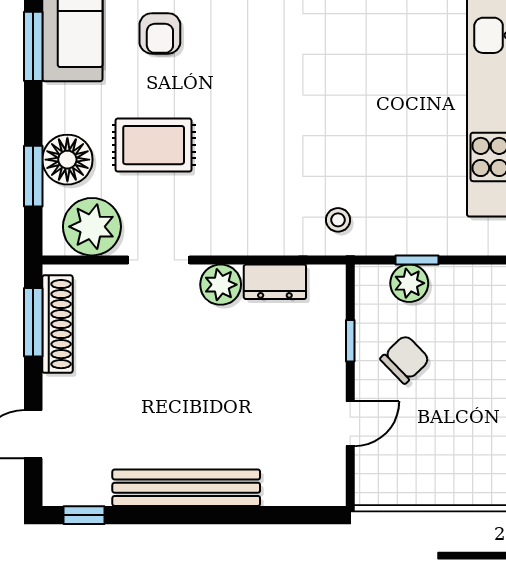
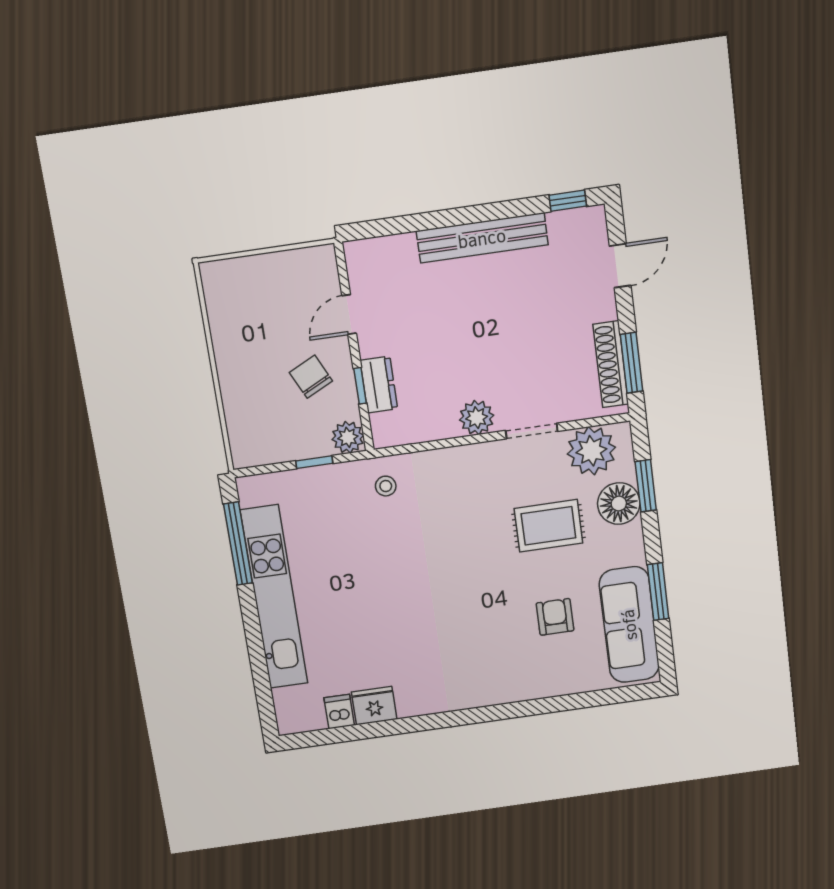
dresser: (275, 282) -> (379, 385), moved, turned 90
plant: (409, 283) -> (348, 437), moved
chair: (405, 359) -> (311, 377), turned 108

